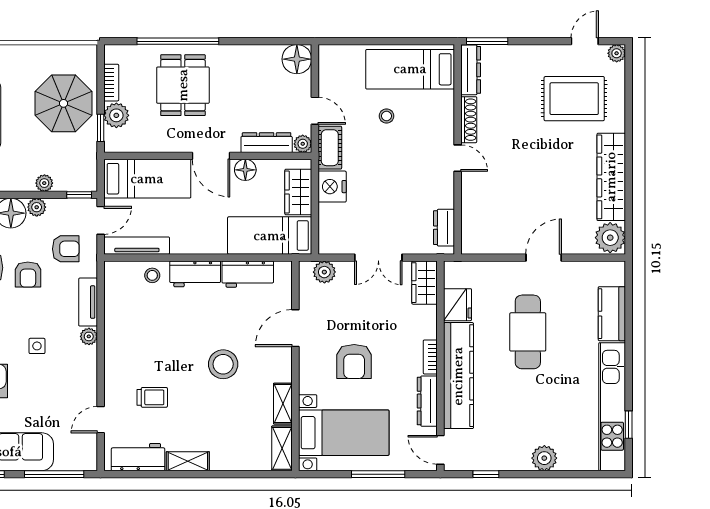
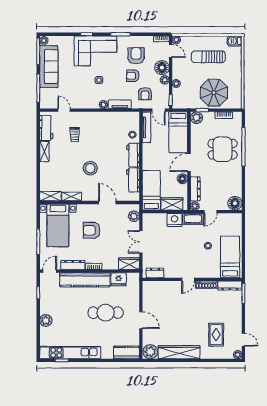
rug: (574, 99) -> (216, 335), width x0.73, depth x0.70
plant: (116, 115) -> (197, 118), moved
kitchen counter: (612, 314) -> (126, 352), moved

